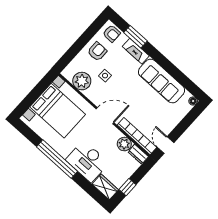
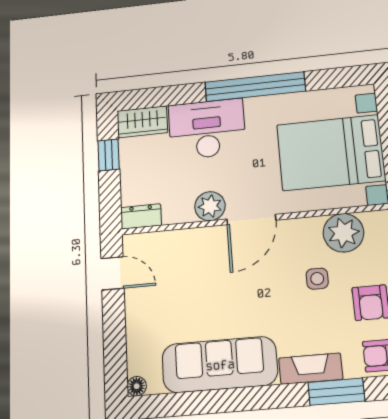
bookcase: (137, 136) -> (170, 241), removed
plant: (124, 144) -> (210, 206), moved

